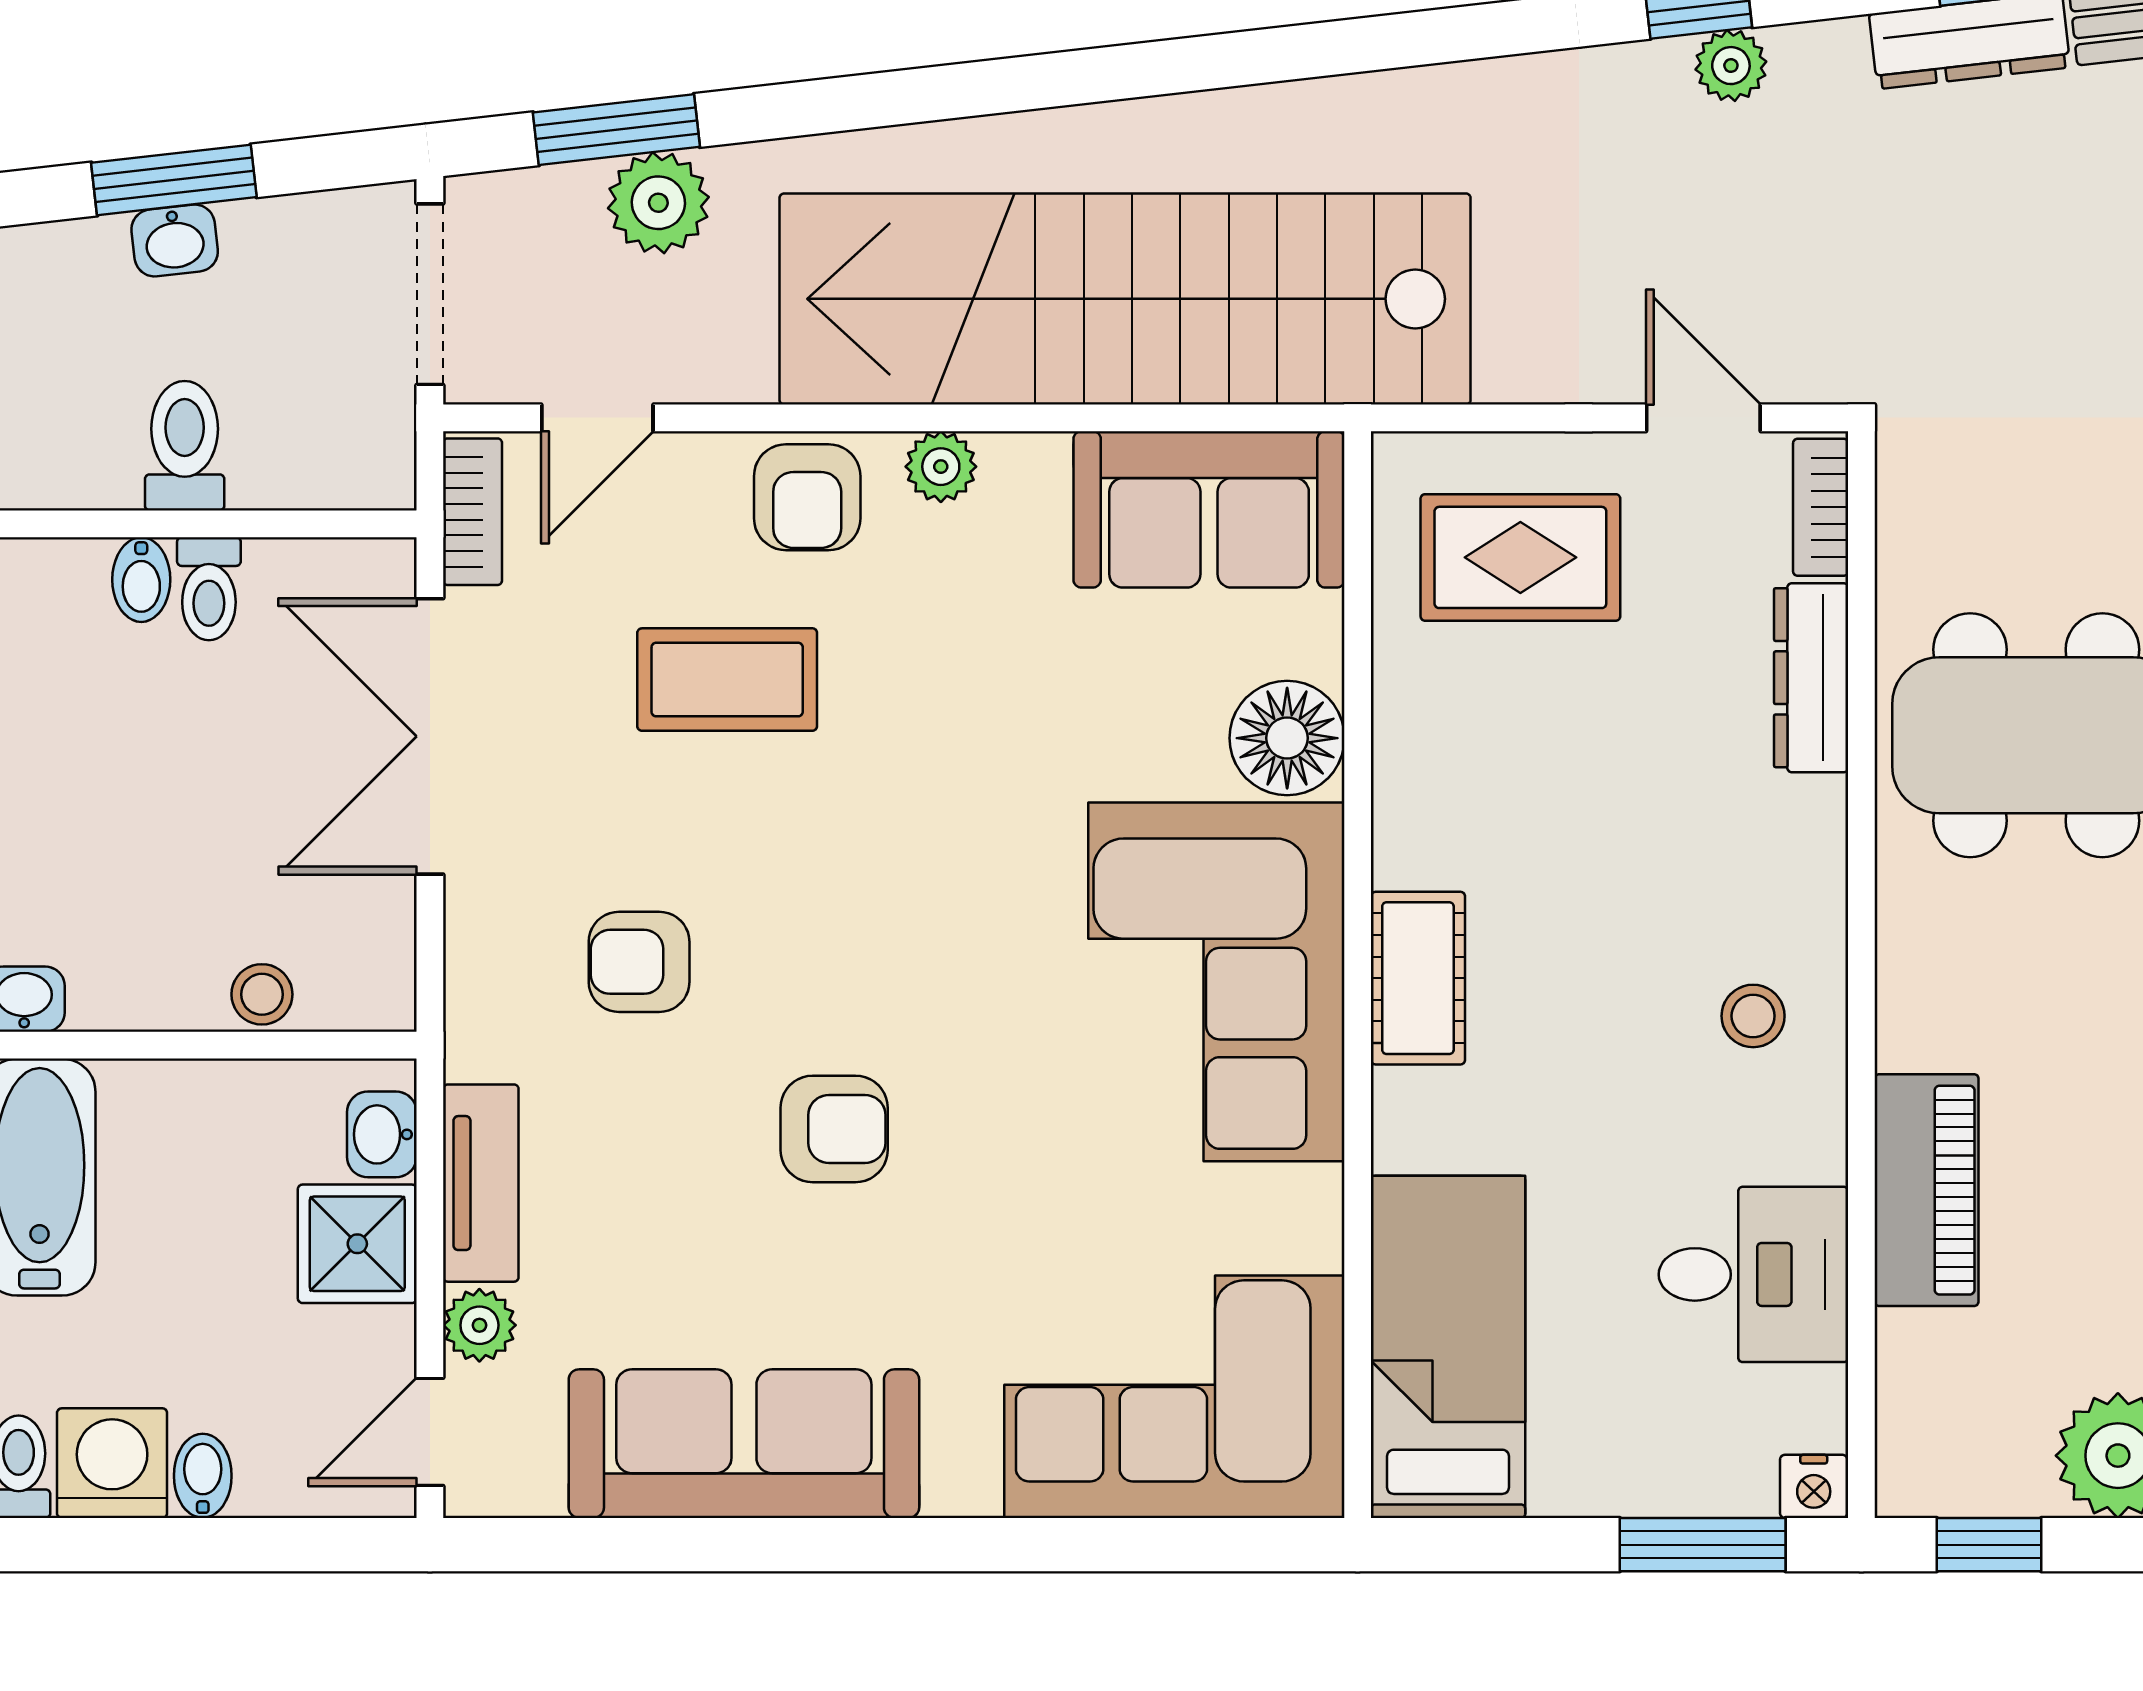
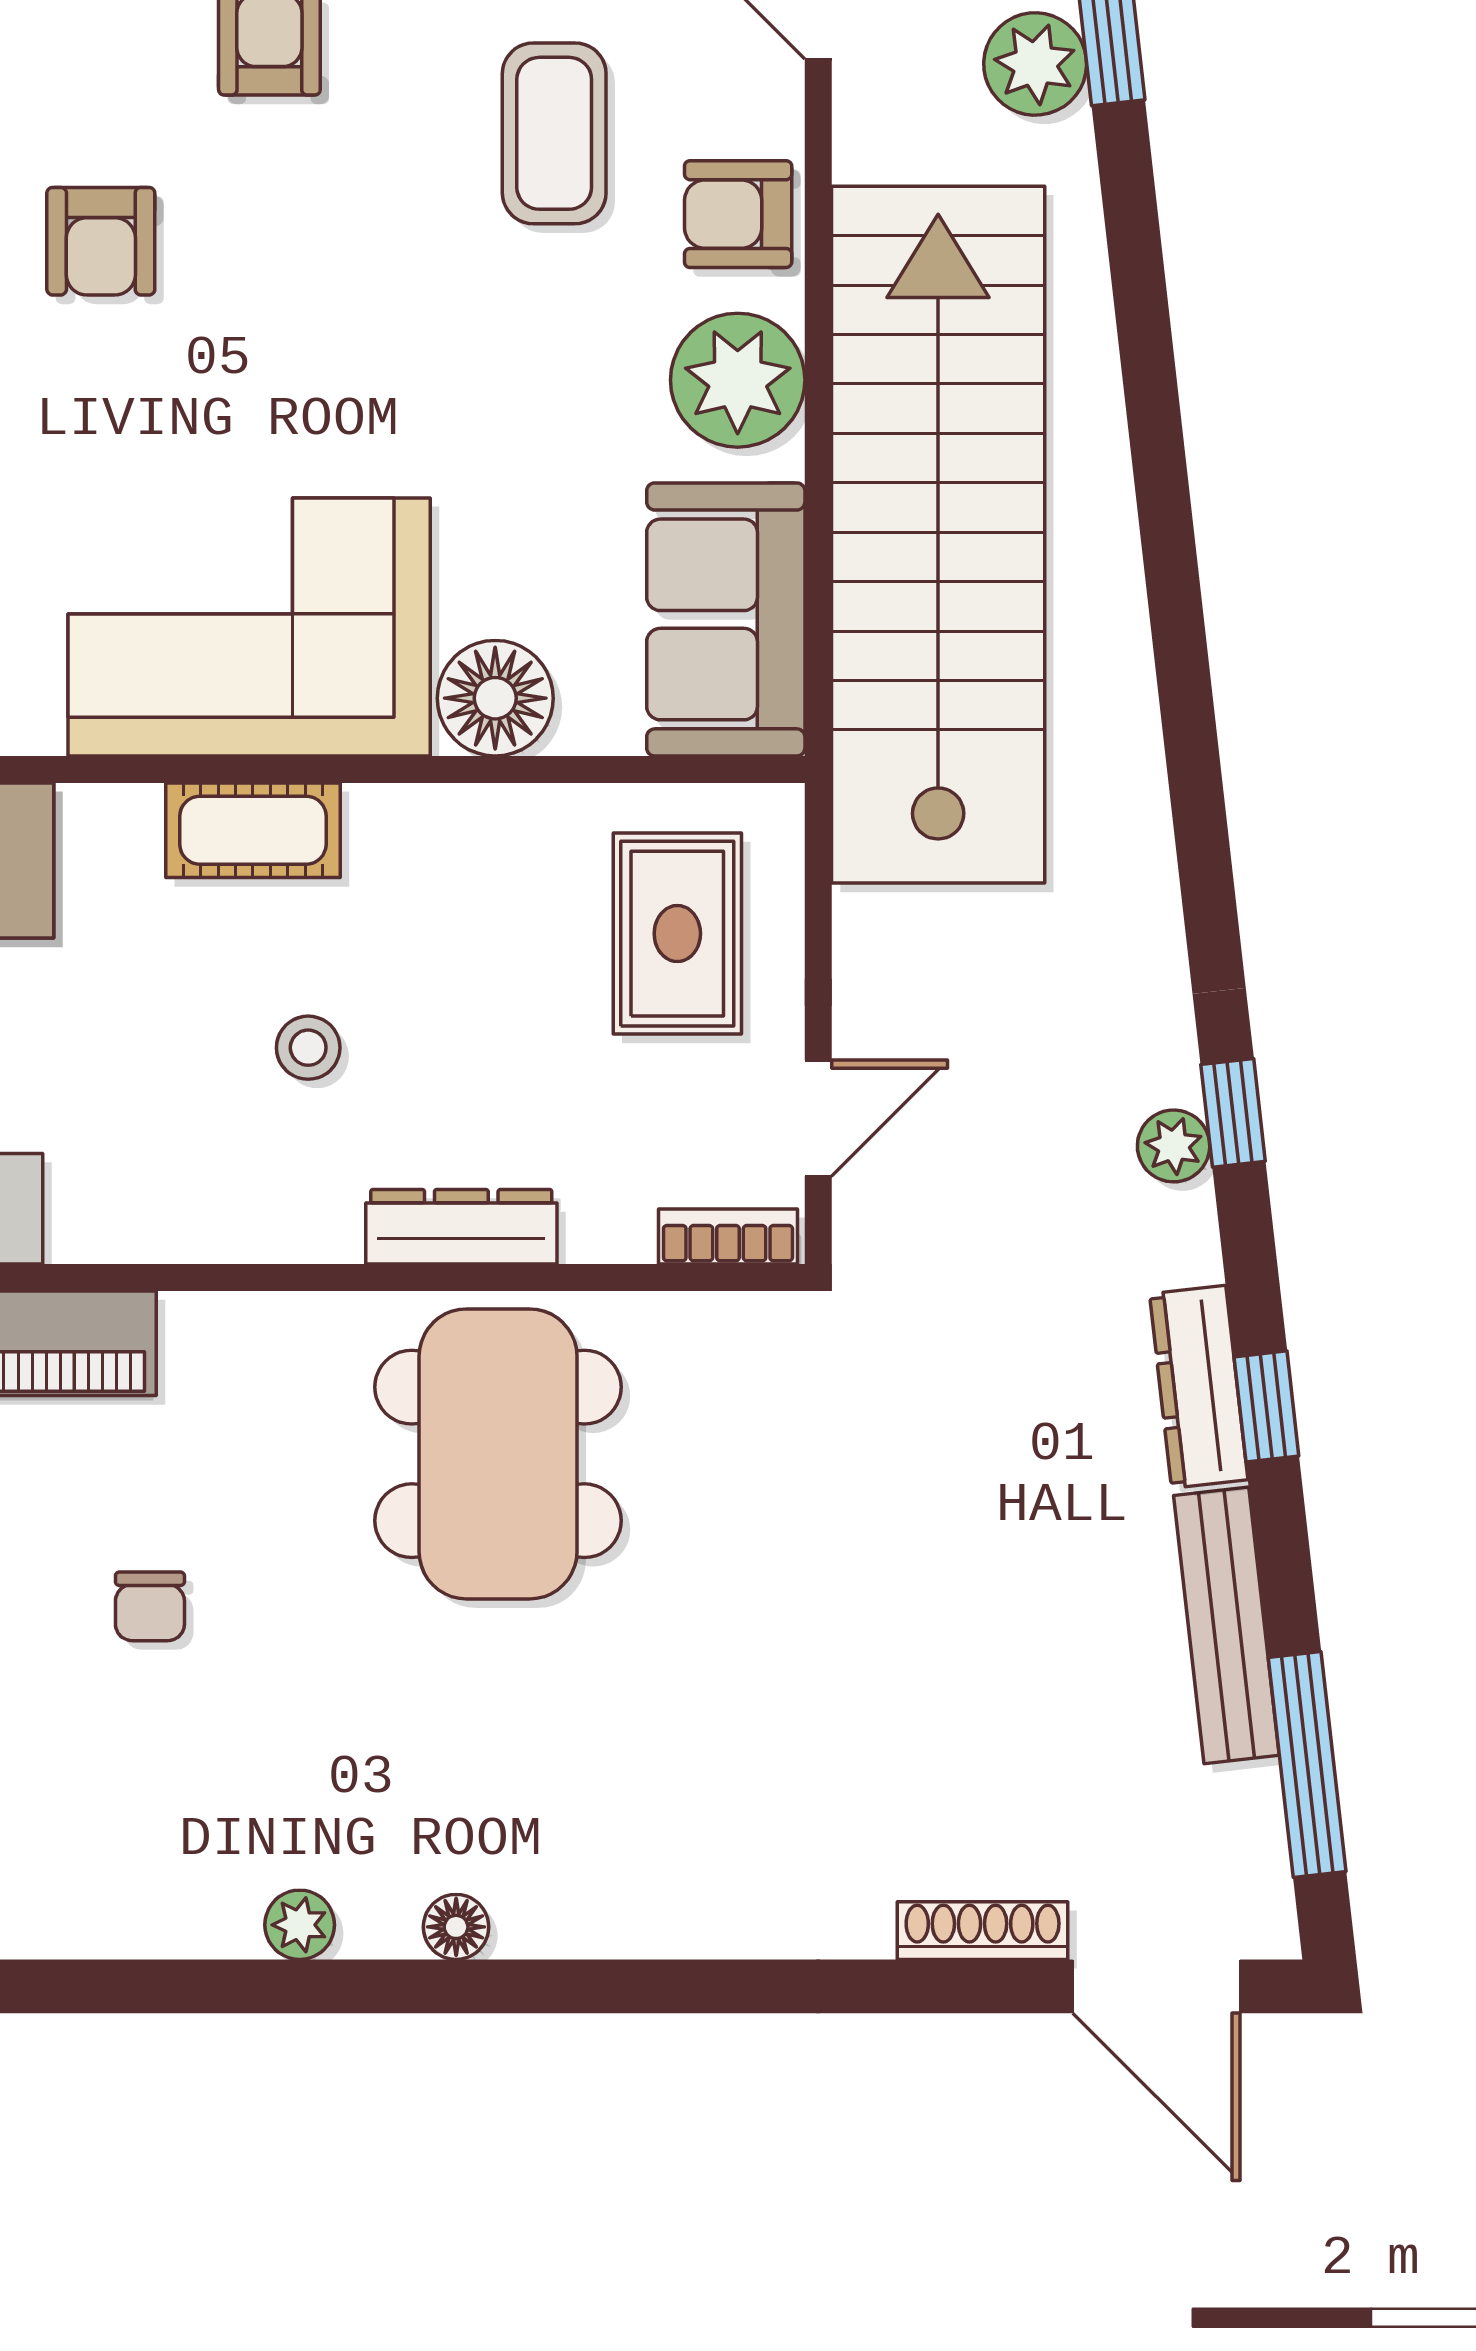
plant: (941, 467) -> (738, 380), width x1.88, depth x1.88
dresser: (1811, 678) -> (461, 1227), moved
stool: (1753, 1016) -> (308, 1048), moved

